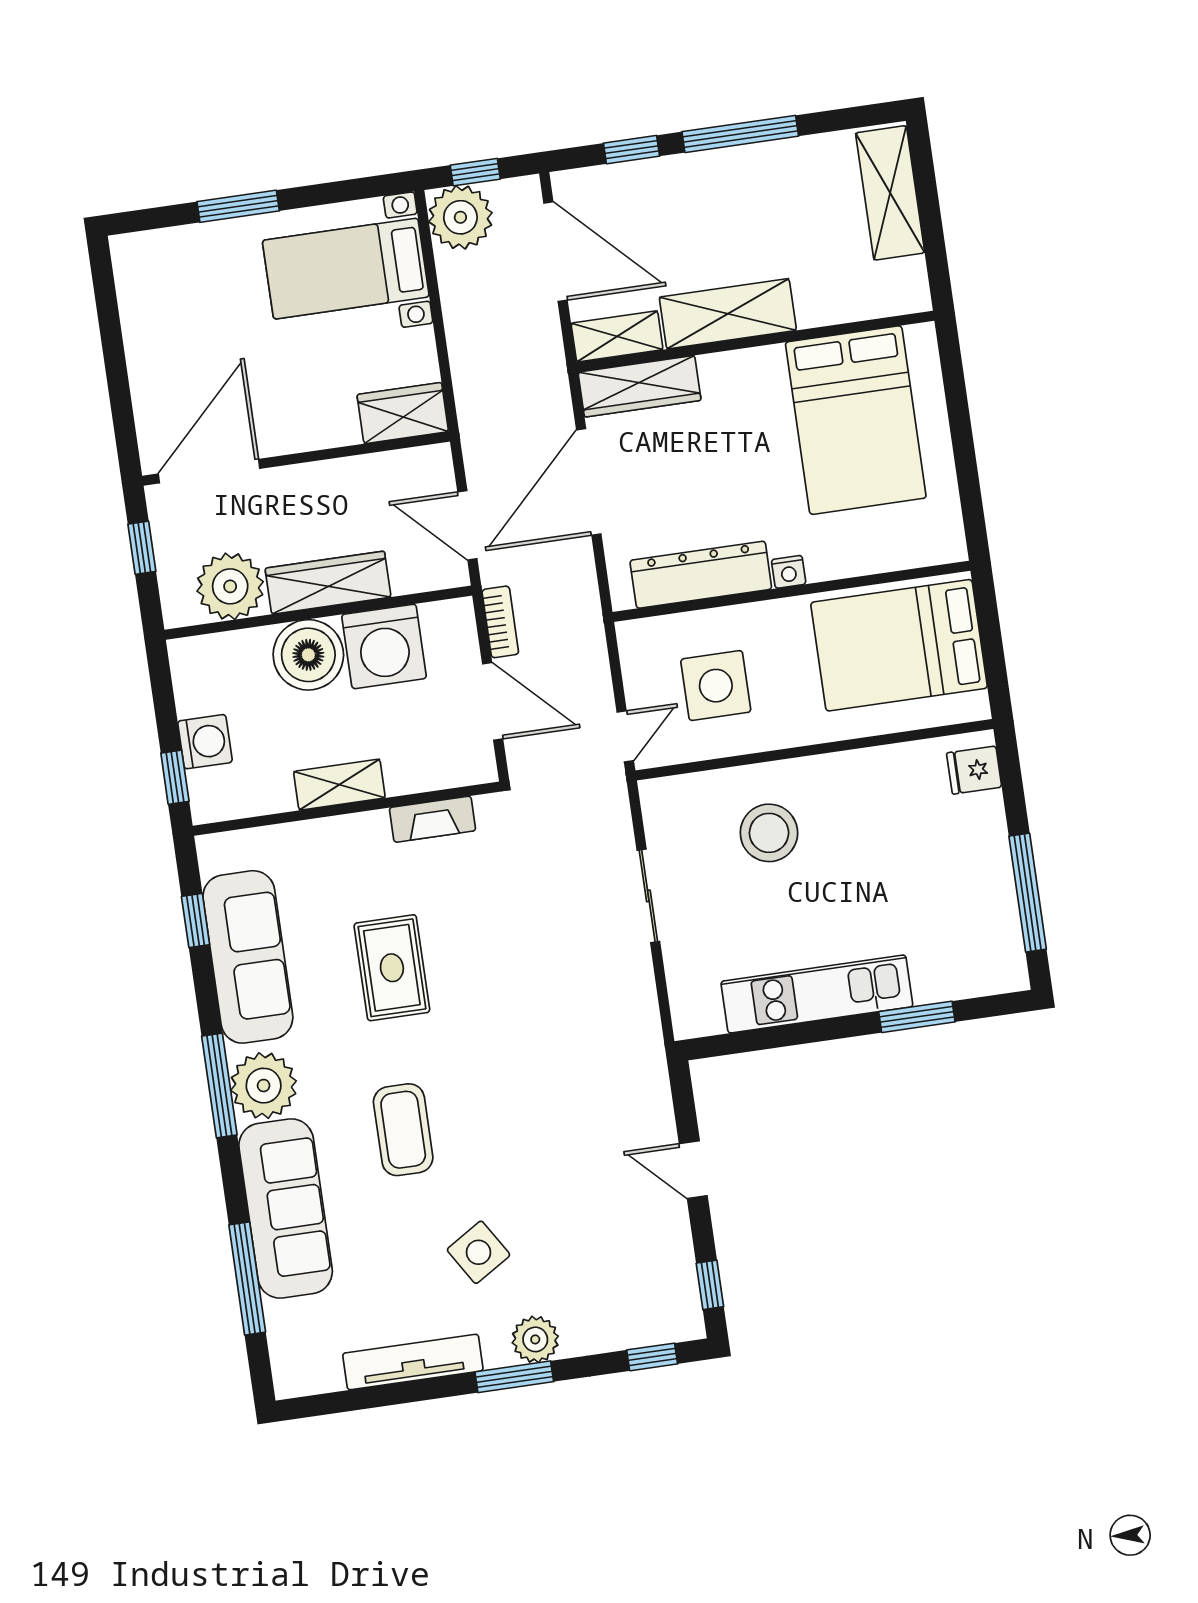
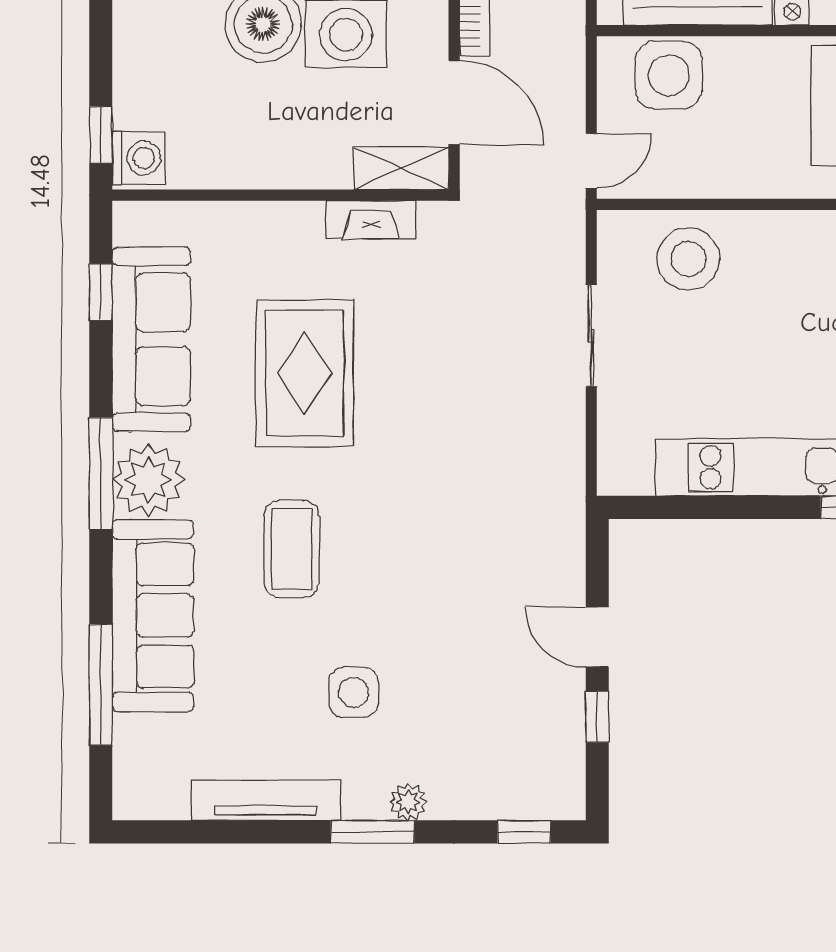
side table: (716, 686) -> (669, 75), moved
washing machine: (205, 742) -> (139, 158), moved
shelving: (339, 785) -> (401, 168), moved
stool: (769, 833) -> (688, 259), moved
rug: (392, 968) -> (305, 373), width x1.36, depth x1.43
side table: (479, 1252) -> (353, 693), turned 32
window: (710, 1285) -> (597, 717), moved
plant: (535, 1339) -> (408, 802), width x0.73, depth x0.73

